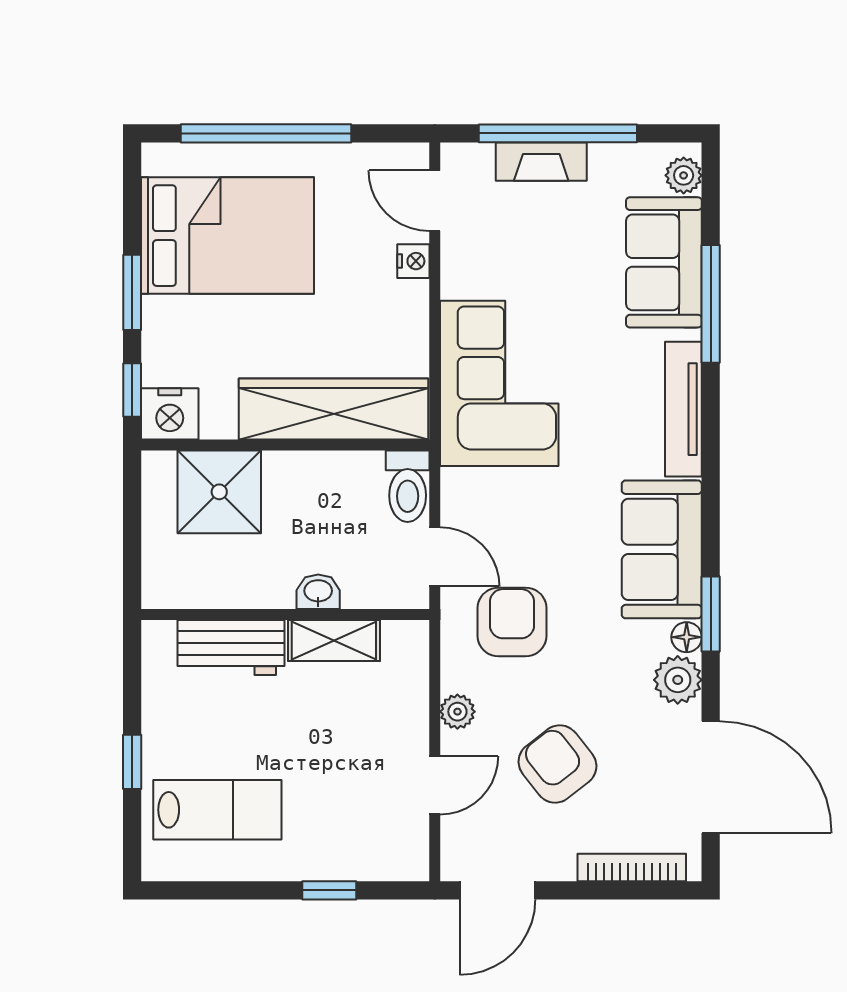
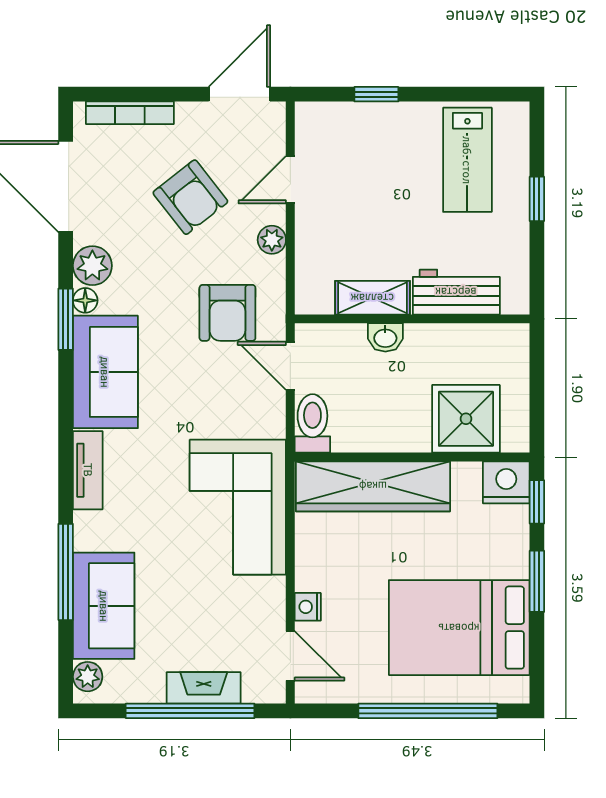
tv unit: (683, 409) -> (88, 470), width x0.71
lab bench: (217, 810) -> (467, 160), turned -90

